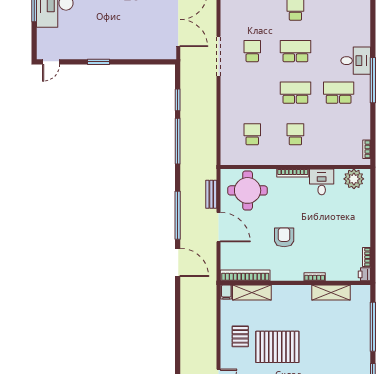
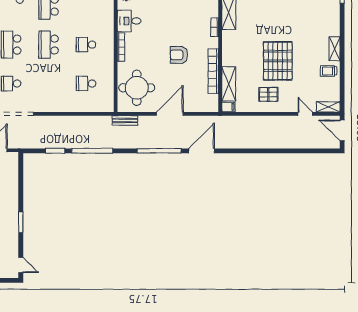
bench: (211, 194) -> (125, 120), moved
bookcase: (245, 275) -> (213, 71), moved

